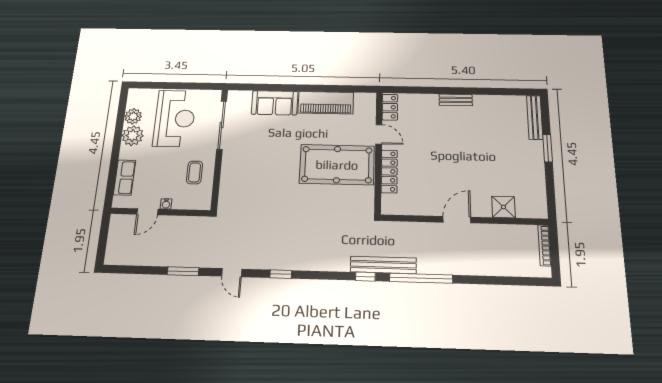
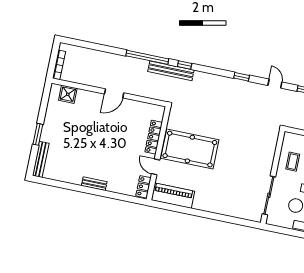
sofa: (275, 103) -> (227, 206), removed
piano: (326, 103) -> (173, 196), moved
shower: (503, 207) -> (68, 94), moved

